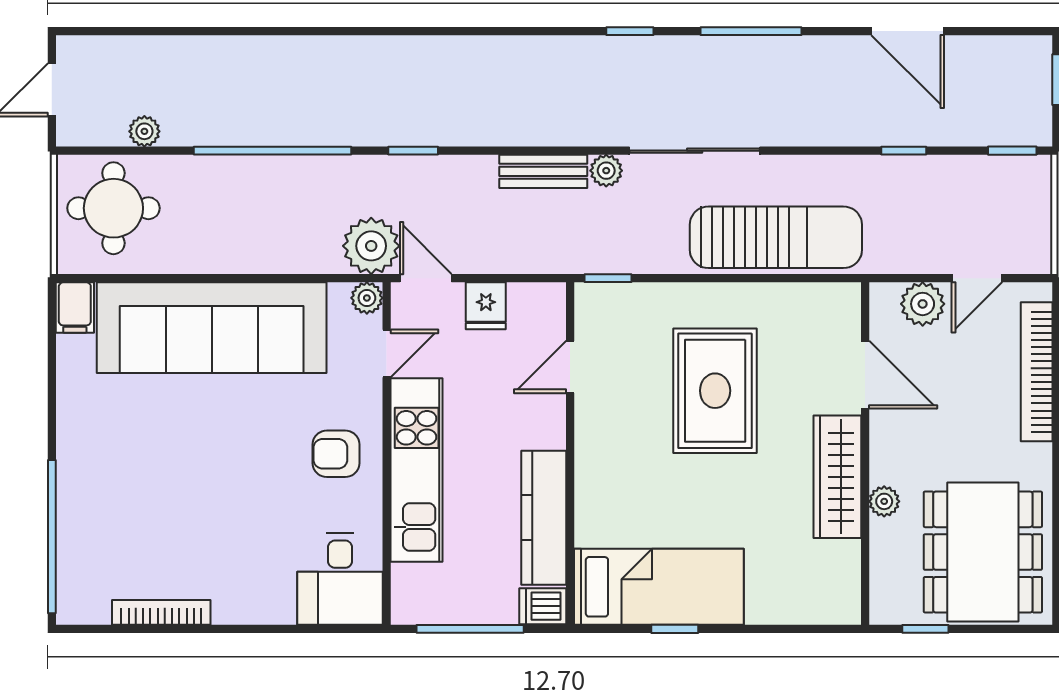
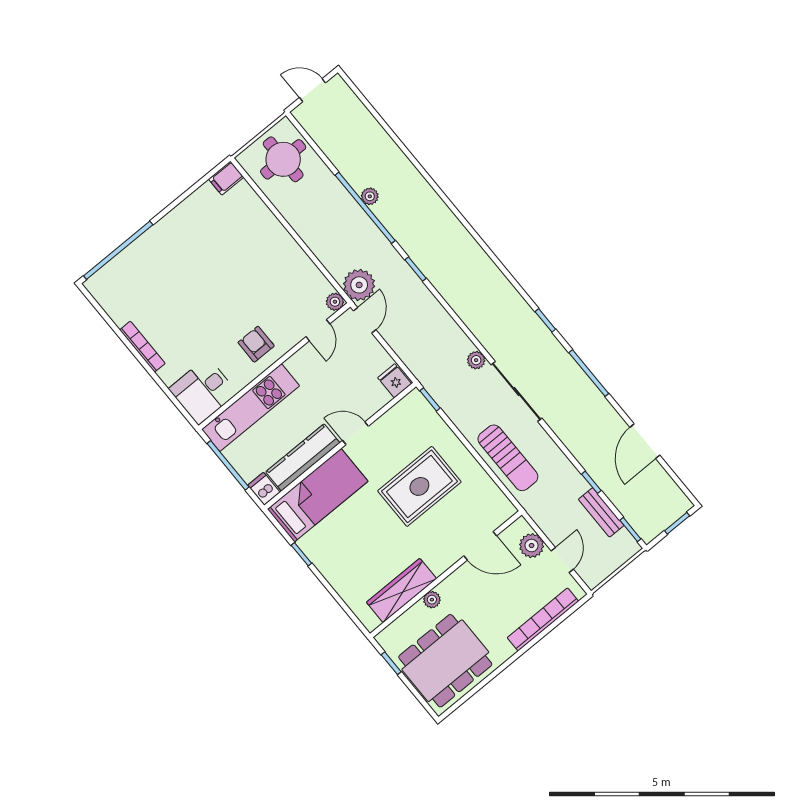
plant: (144, 131) -> (370, 196), moved
bench: (543, 171) -> (601, 512), moved
sun lounger: (776, 237) -> (508, 458), width x0.73, depth x0.75
door: (977, 278) -> (562, 560), swing flipped
fridge: (486, 306) -> (395, 381), moved, turned 90
sofa: (212, 328) -> (266, 245), removed
door: (387, 353) -> (318, 330), hinge flipped
door: (570, 367) -> (355, 433), moved
door: (865, 375) -> (480, 546), hinge flipped
kitchen unit: (417, 470) -> (250, 408), moved
wardrobe: (837, 477) -> (401, 590), moved
bed: (659, 587) -> (318, 495), moved, turned -90
bookcase: (161, 612) -> (142, 347), moved

